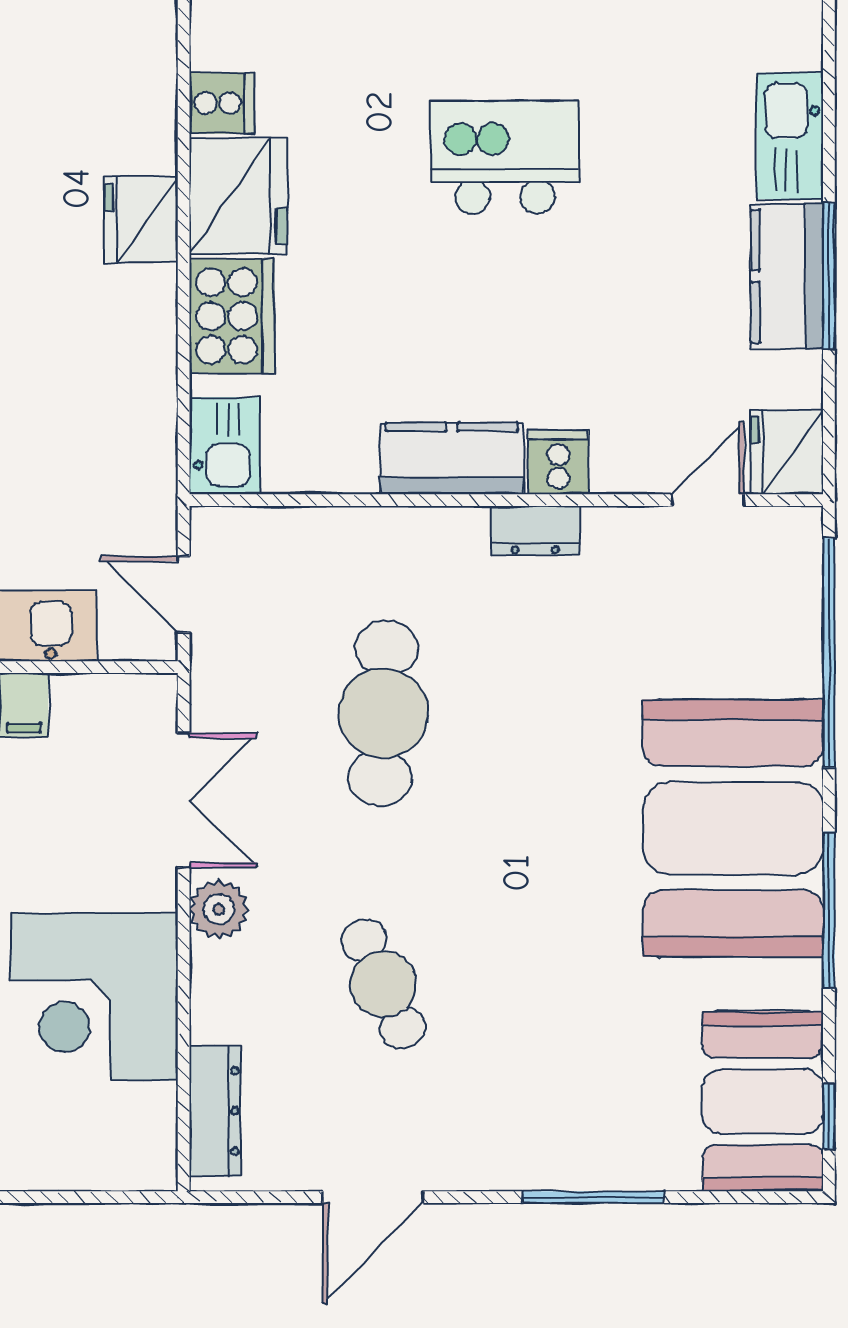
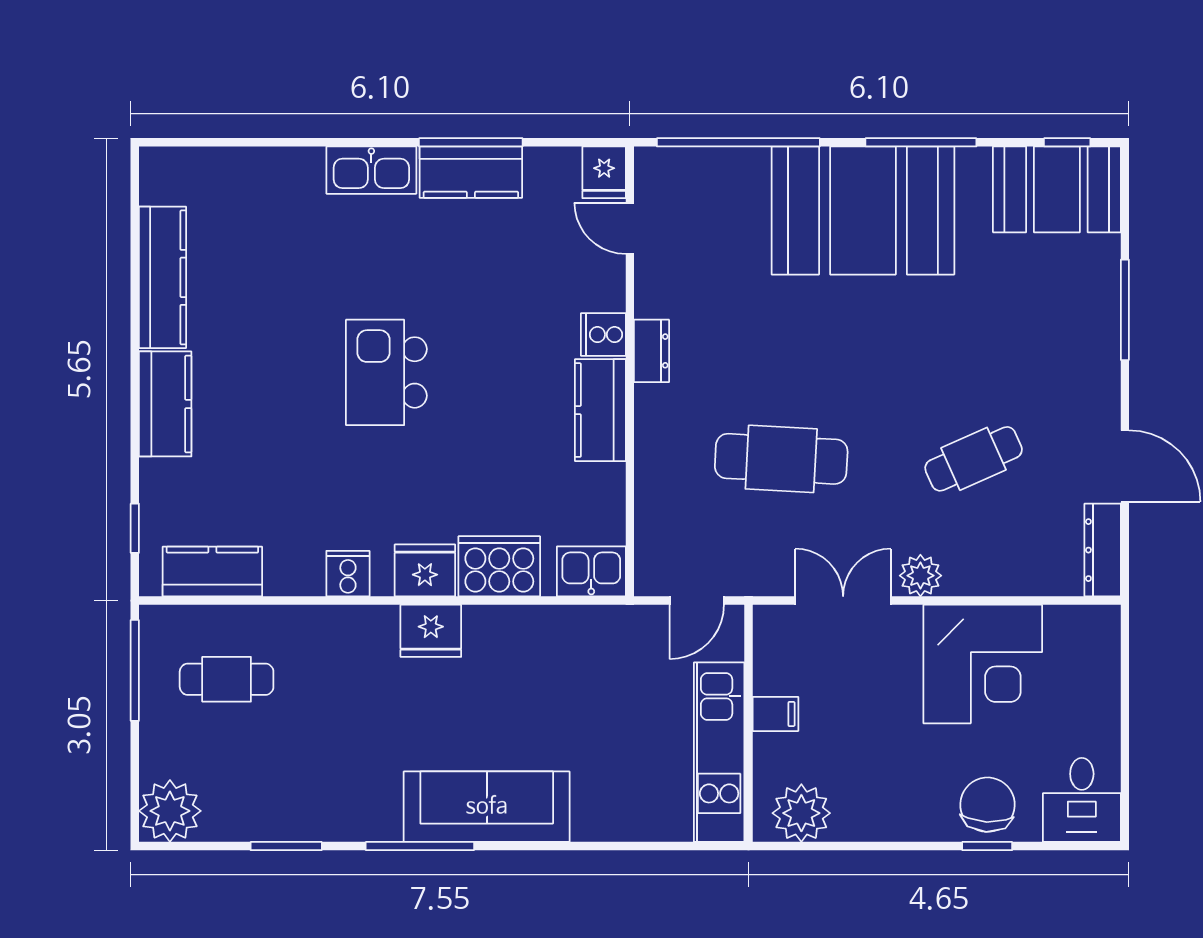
fridge: (238, 196) -> (425, 570), width x0.73, depth x0.75
fridge: (787, 452) -> (604, 172), width x0.72
dresser: (215, 1111) -> (1103, 550), moved, turned -90

